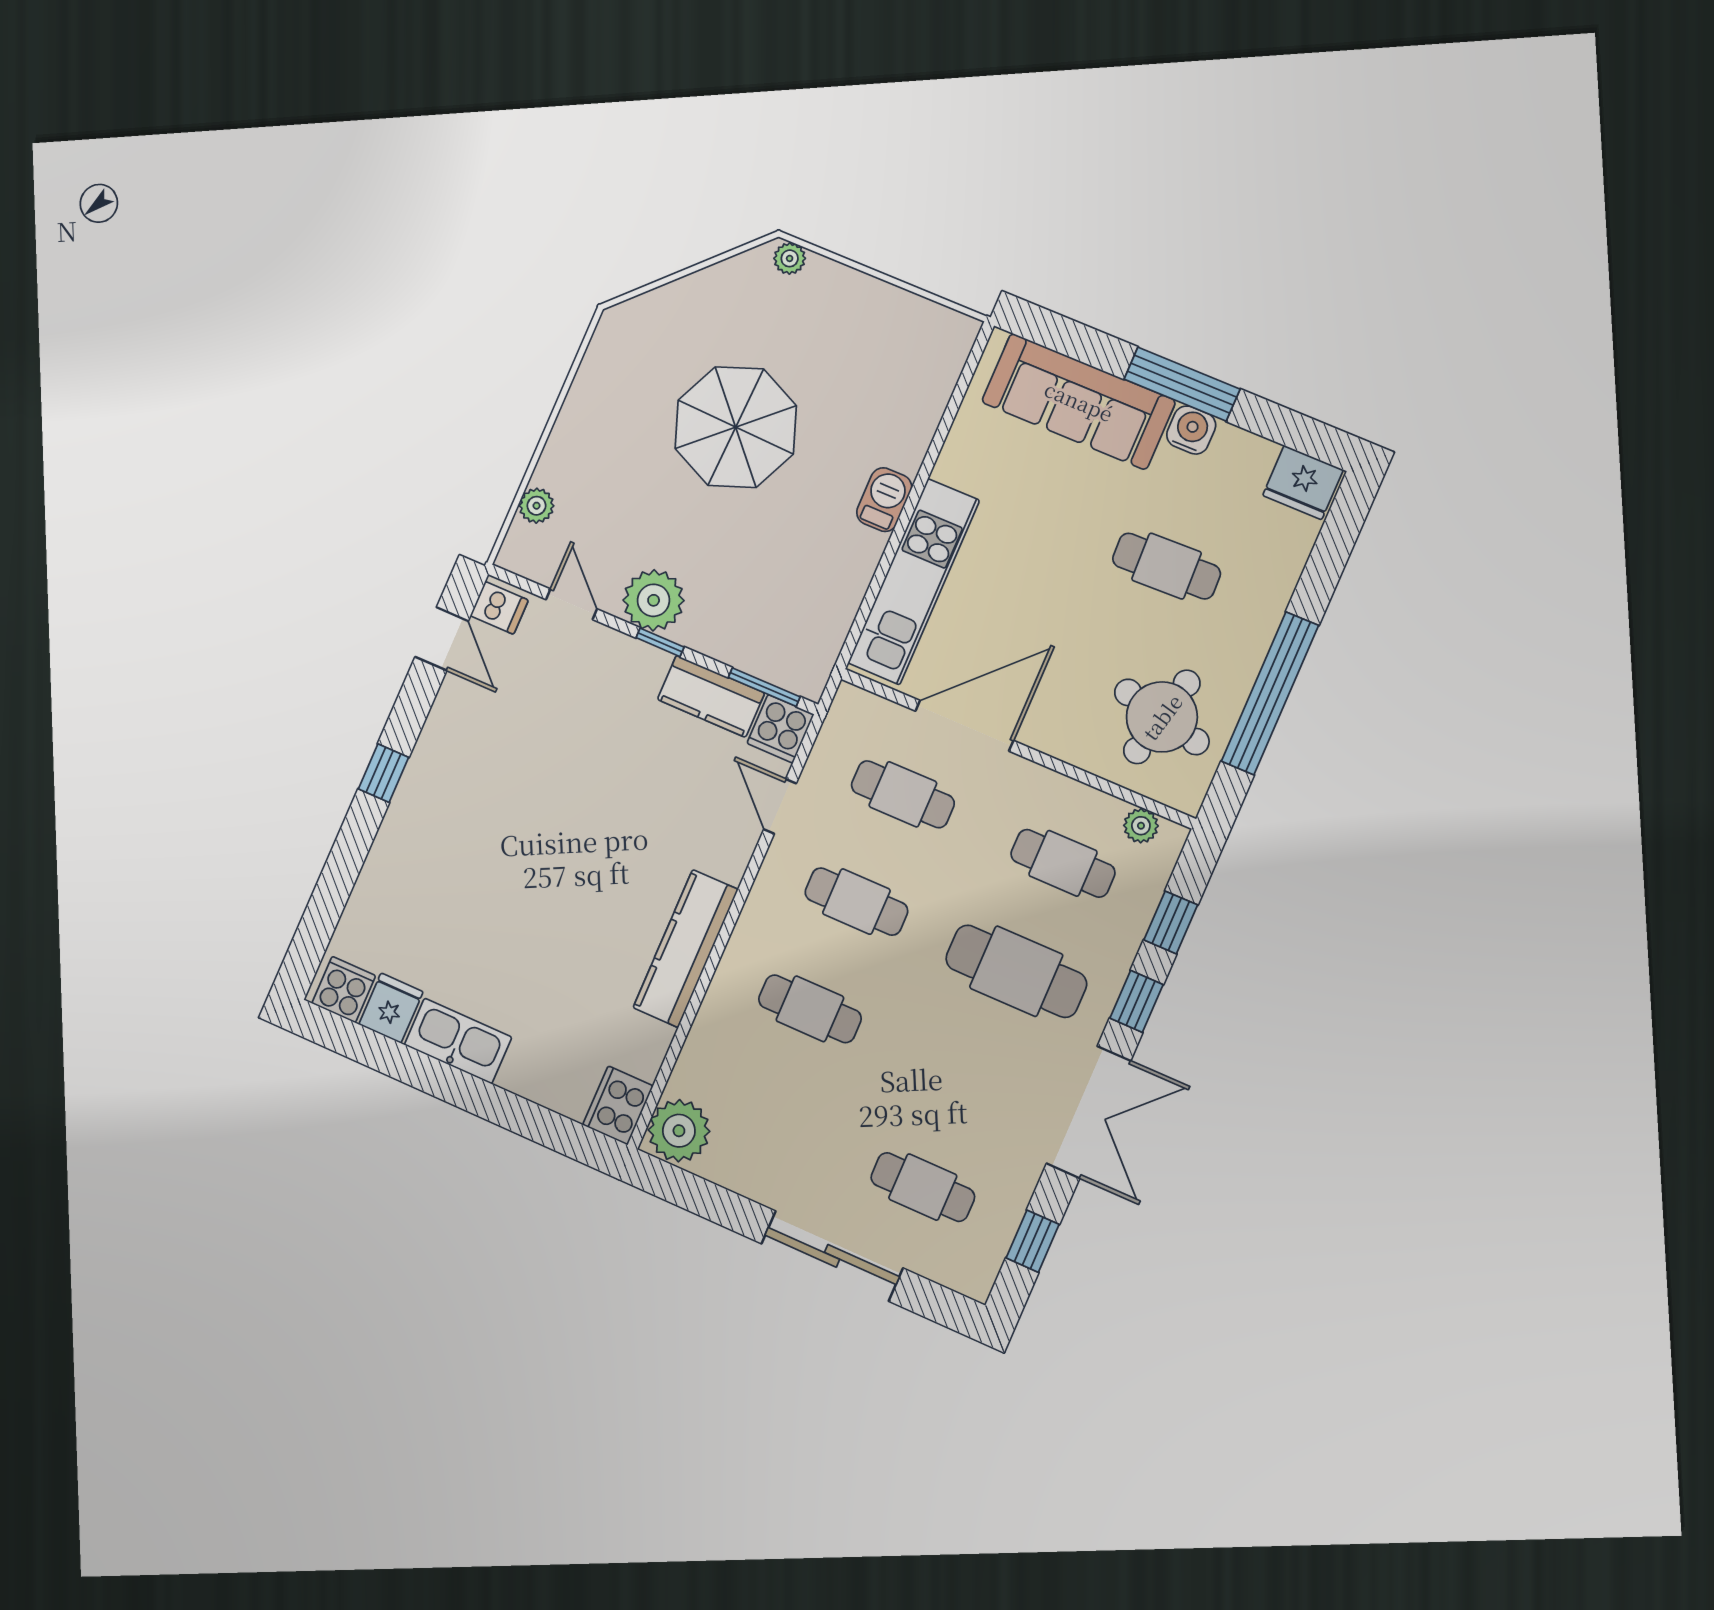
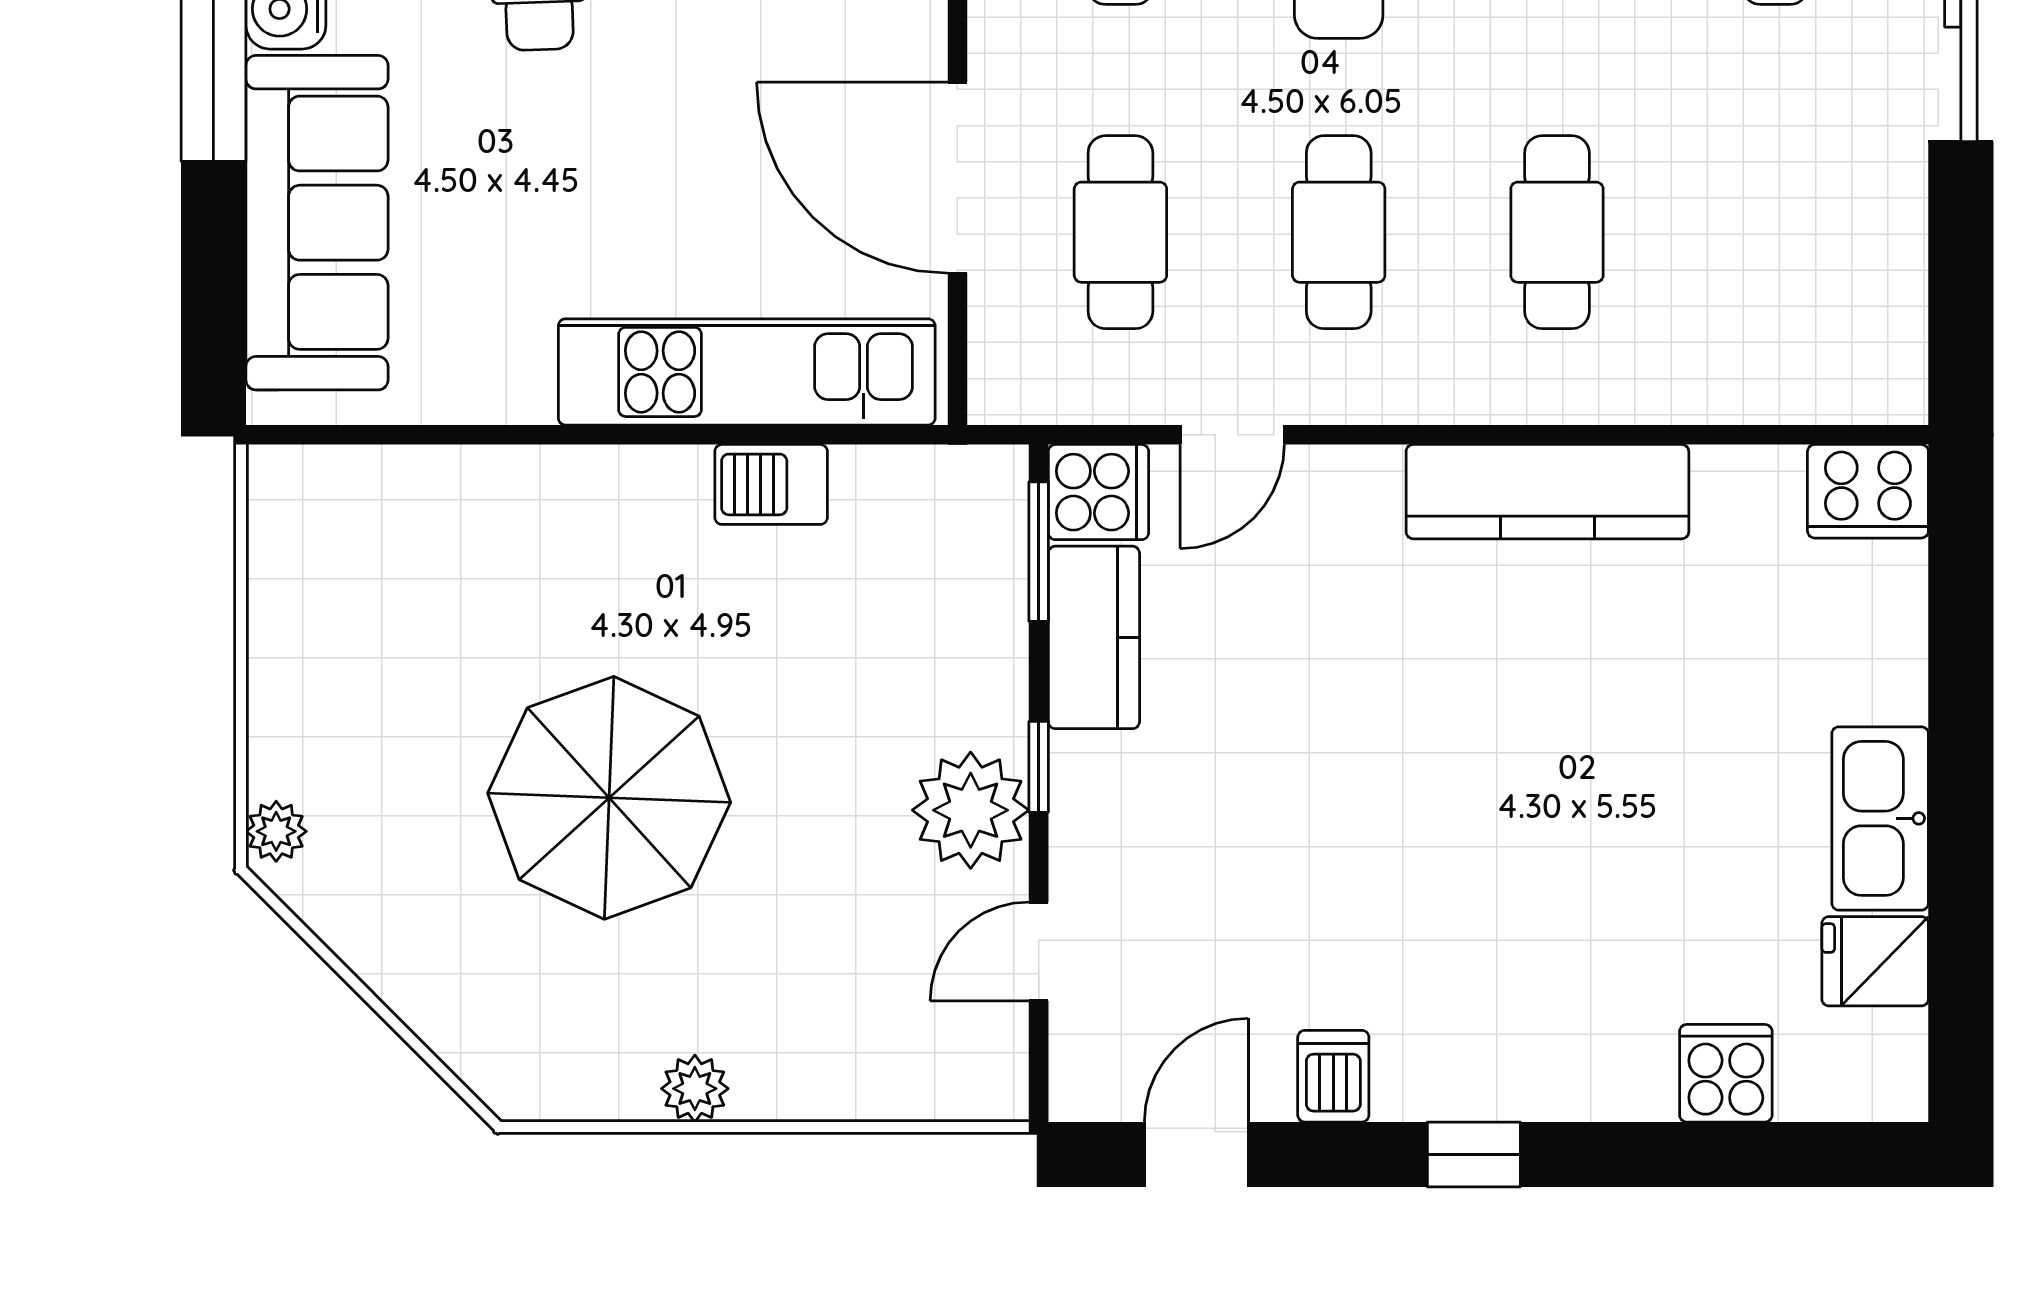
barbecue: (884, 500) -> (771, 484), moved
plant: (537, 506) -> (695, 1089), moved
dishwasher: (499, 608) -> (1333, 1076), moved
cooker: (344, 990) -> (1726, 1073), moved, turned 90
plant: (679, 1131) -> (1865, 367), removed

